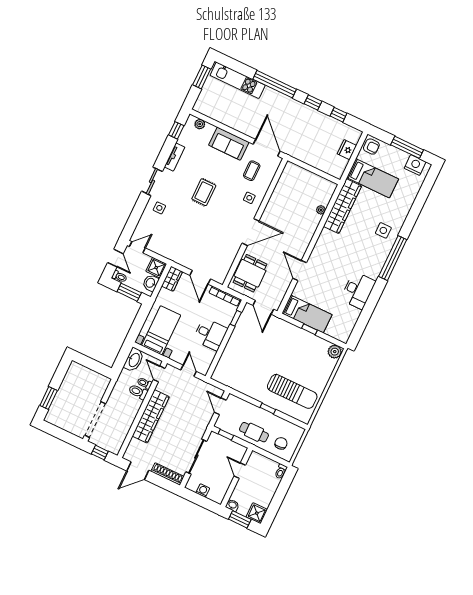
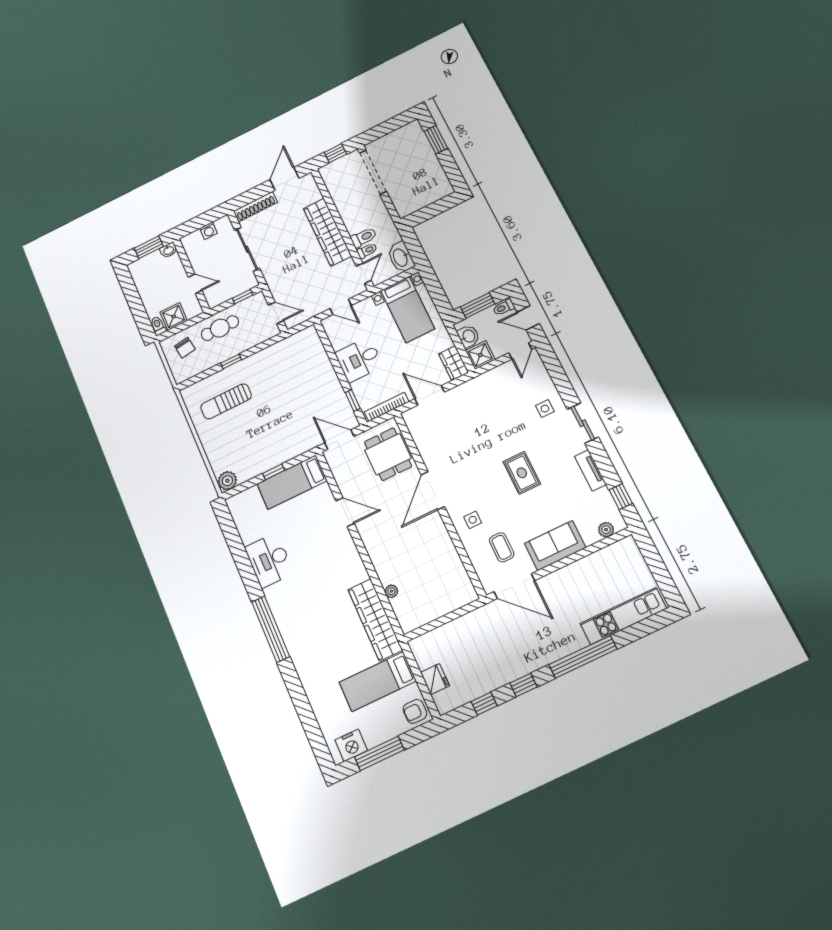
window: (202, 77) -> (662, 576), removed
side table: (383, 230) -> (309, 644), removed
door: (159, 374) -> (364, 273), hinge flipped
sun lounger: (292, 391) -> (226, 401), width x0.73, depth x0.75
shower: (257, 513) -> (174, 316), moved

